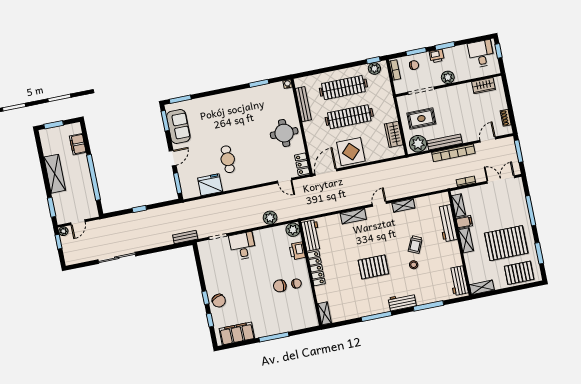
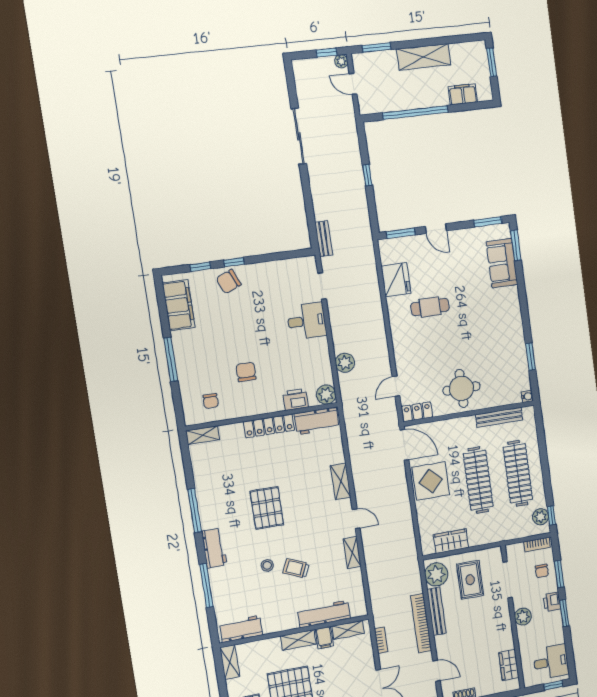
sofa: (178, 127) -> (502, 263), moved, turned 90
chair: (297, 284) -> (211, 401), moved

